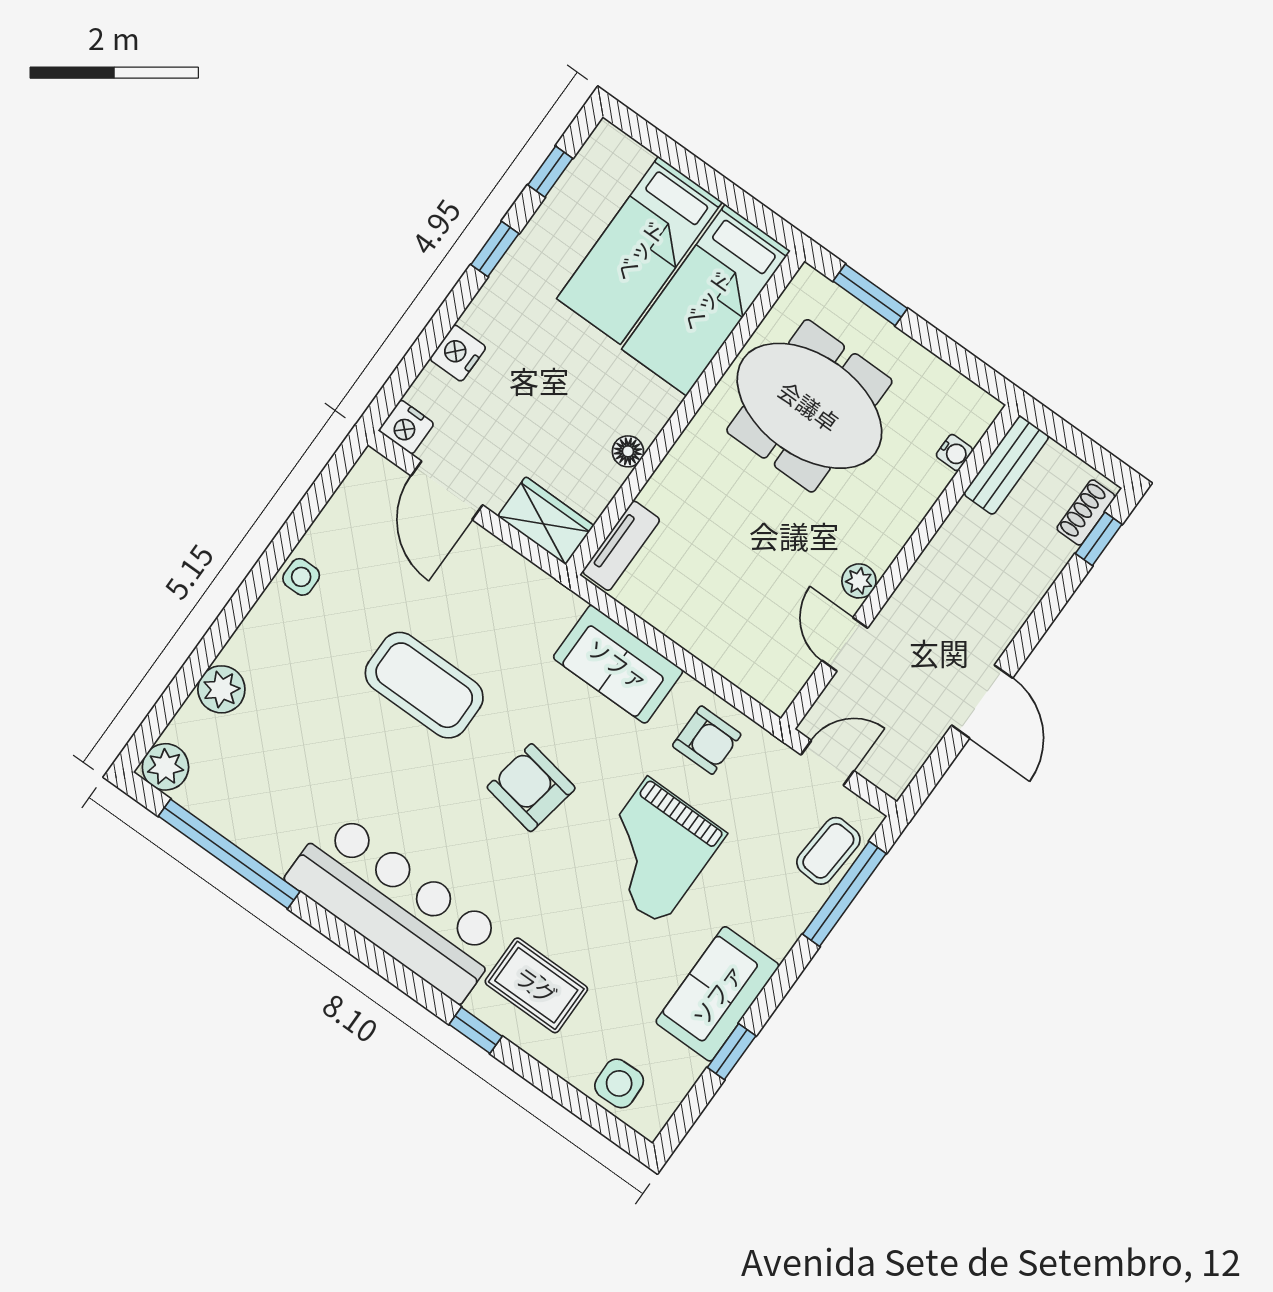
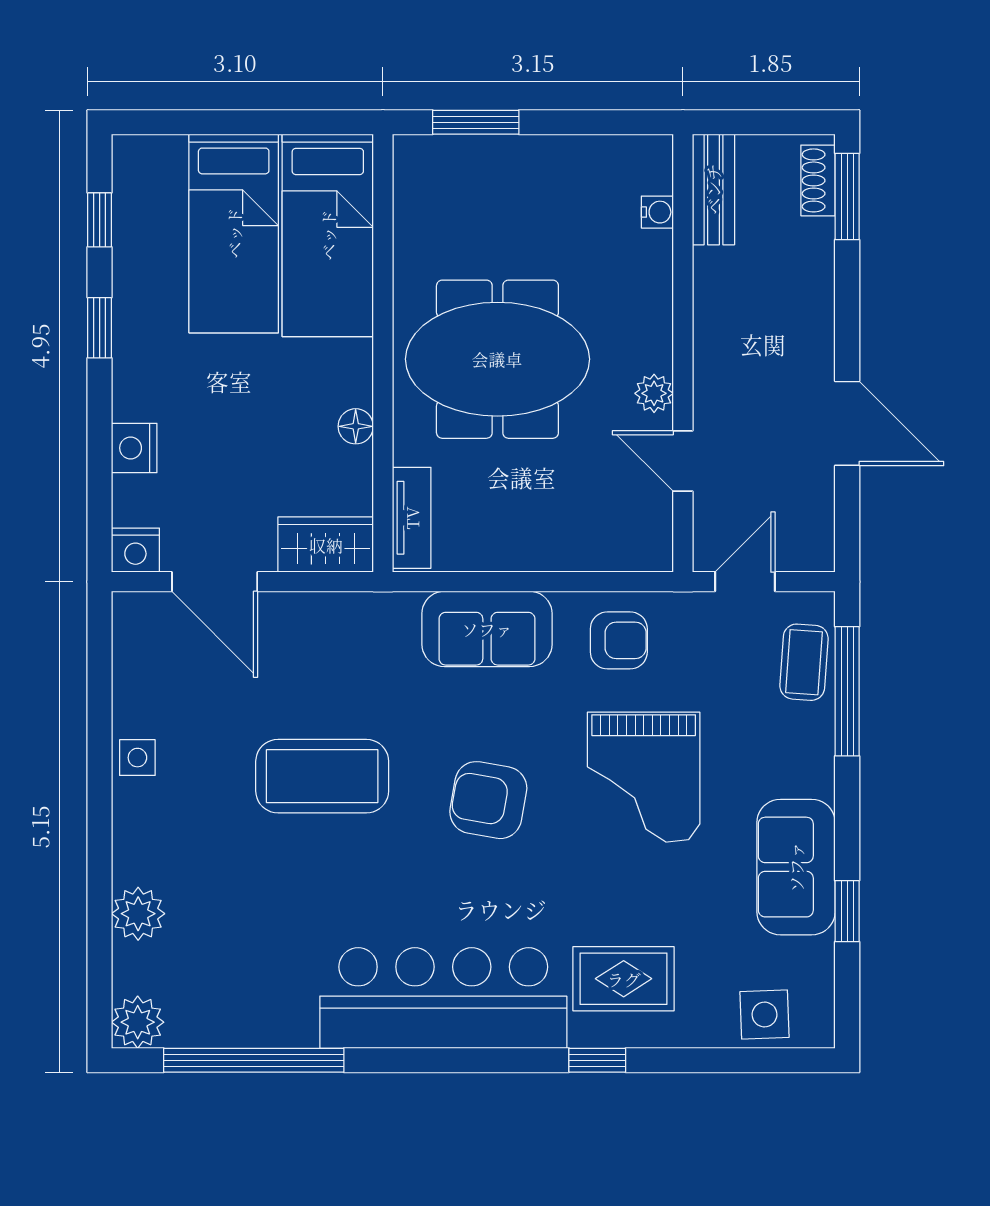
meeting table: (809, 406) -> (497, 359), moved
window: (1099, 539) -> (847, 197), width x1.50

